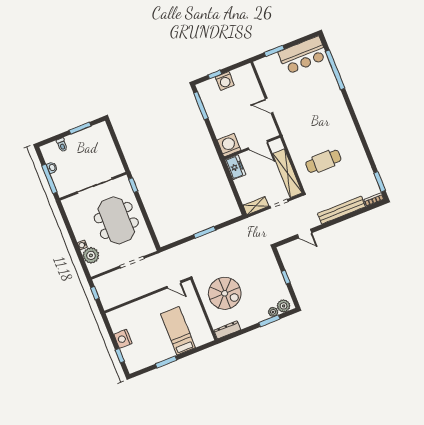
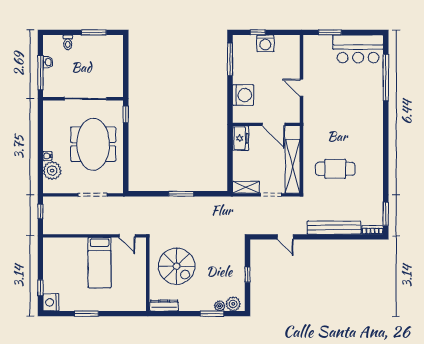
washing machine: (229, 145) -> (243, 95), moved, turned 90
bed: (178, 331) -> (100, 263), moved, turned 180
nightstand: (123, 339) -> (51, 302), moved

